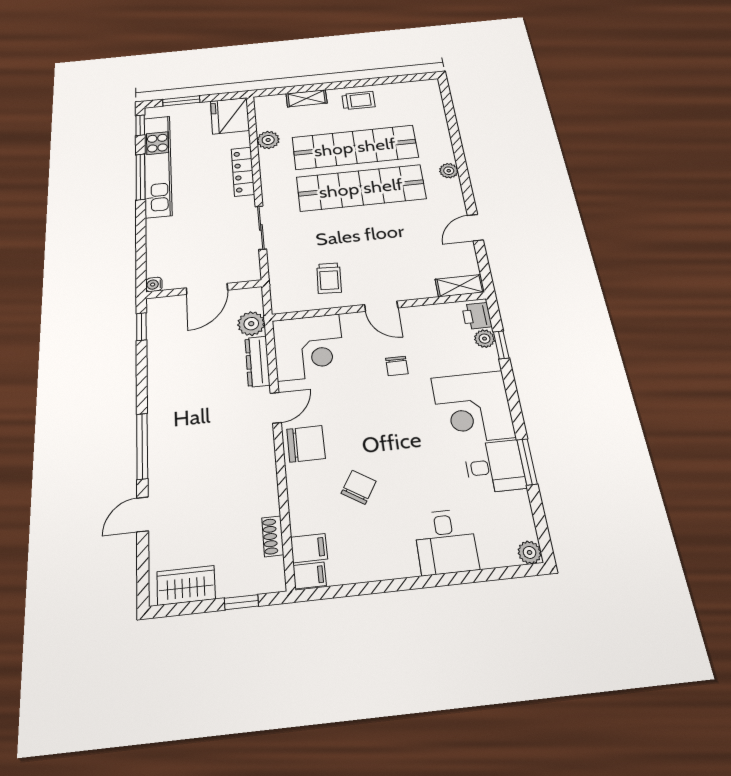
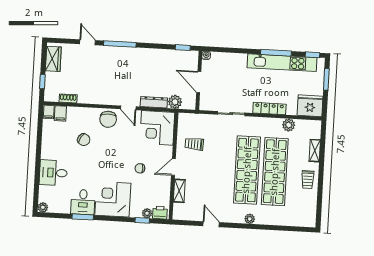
shelving: (460, 286) -> (179, 191), moved

